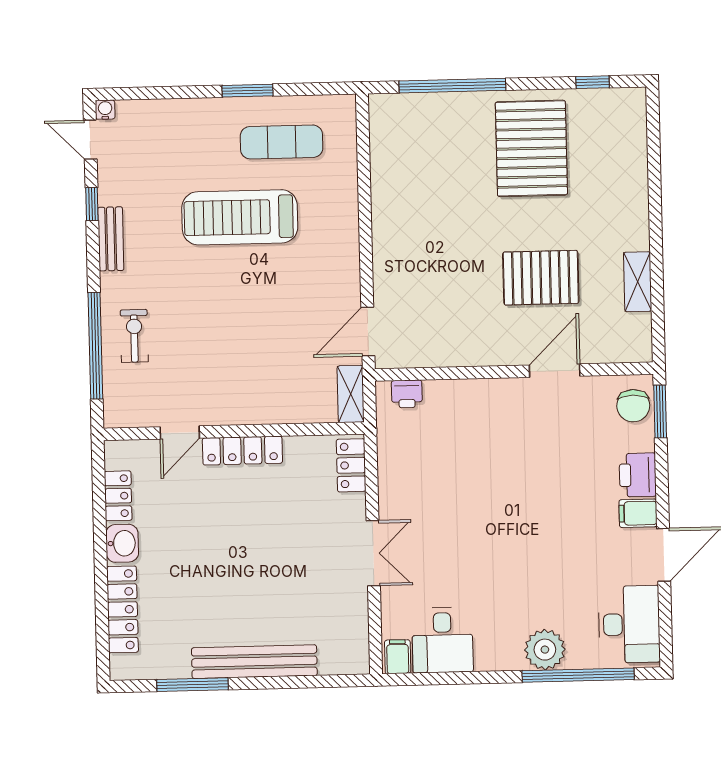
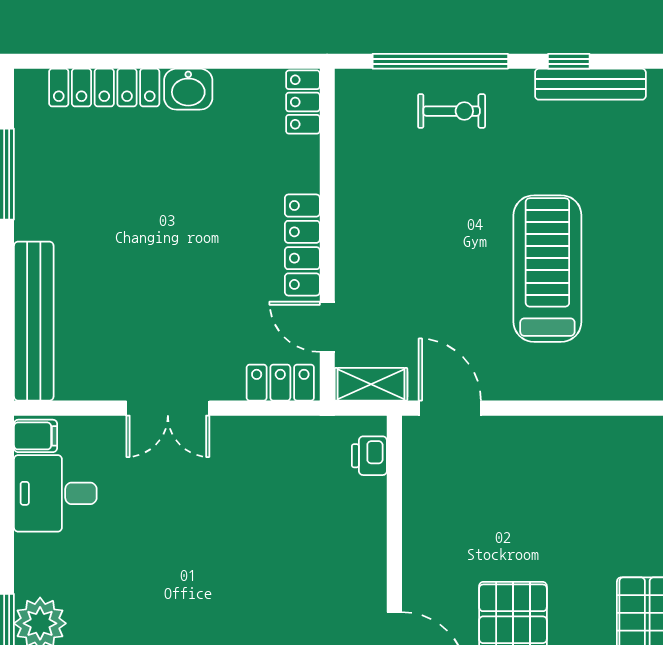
window: (92, 204) -> (569, 61), moved
treadmill: (240, 217) -> (547, 269), moved
bench: (111, 239) -> (590, 84), width x1.36
door: (180, 433) -> (327, 327), moved
locker: (118, 496) -> (303, 102), moved, turned 90
bench: (254, 662) -> (34, 321), moved

